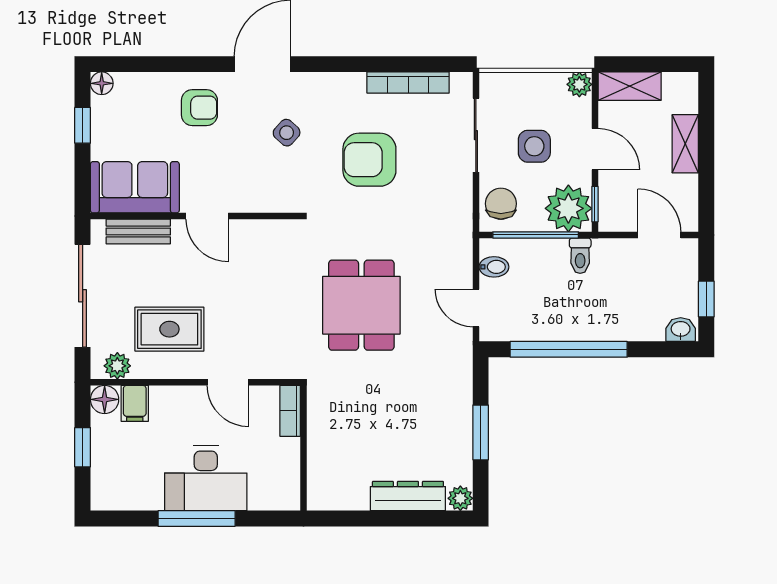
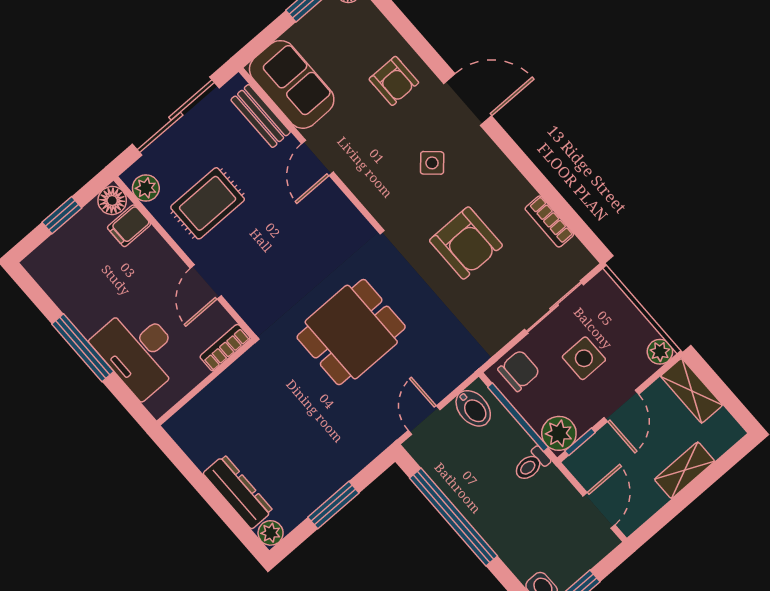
bookcase: (408, 82) -> (549, 222), width x0.64
armchair: (369, 160) -> (466, 243), turned 180
plant: (568, 208) -> (559, 433), width x0.73, depth x0.73
bidet: (494, 267) -> (473, 408), width x1.38, depth x1.36
rug: (169, 329) -> (208, 203), turned 90
desk: (206, 478) -> (139, 351), moved

